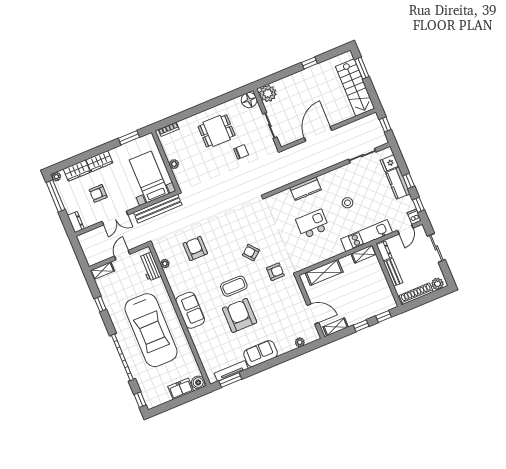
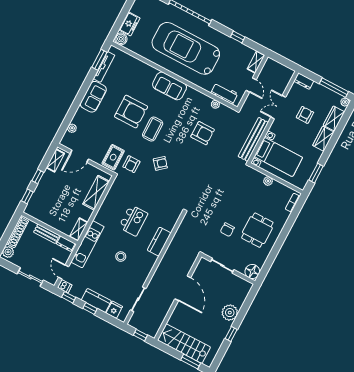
plant: (268, 93) -> (230, 313), moved
rug: (286, 290) -> (113, 157), added

